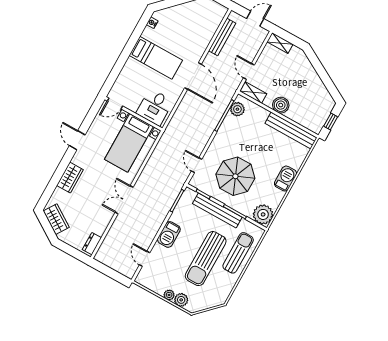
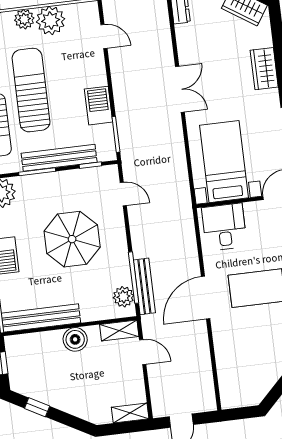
bench: (222, 37) -> (144, 286), moved
door: (193, 76) -> (206, 298), hinge flipped
window: (328, 83) -> (37, 407), added
parasol: (235, 176) -> (72, 239), moved
barbecue: (169, 234) -> (98, 106), moved
plant: (169, 295) -> (51, 20), width x1.87, depth x1.87

